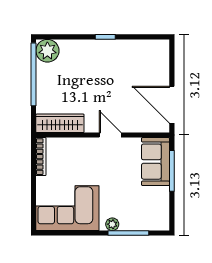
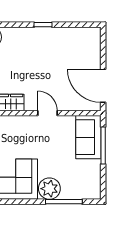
plant: (112, 224) -> (49, 189), width x1.87, depth x1.87

